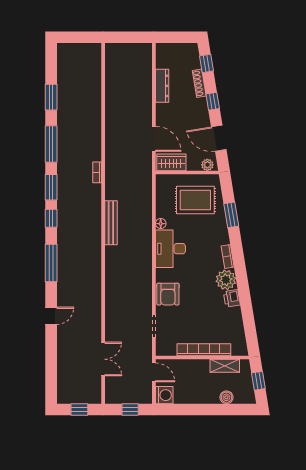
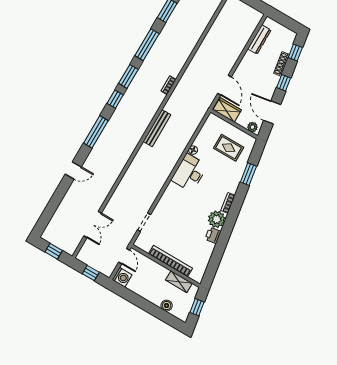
dresser: (162, 86) -> (259, 39), moved
rug: (195, 200) -> (229, 148), width x0.73, depth x0.70
armchair: (168, 294) -> (168, 205), removed

